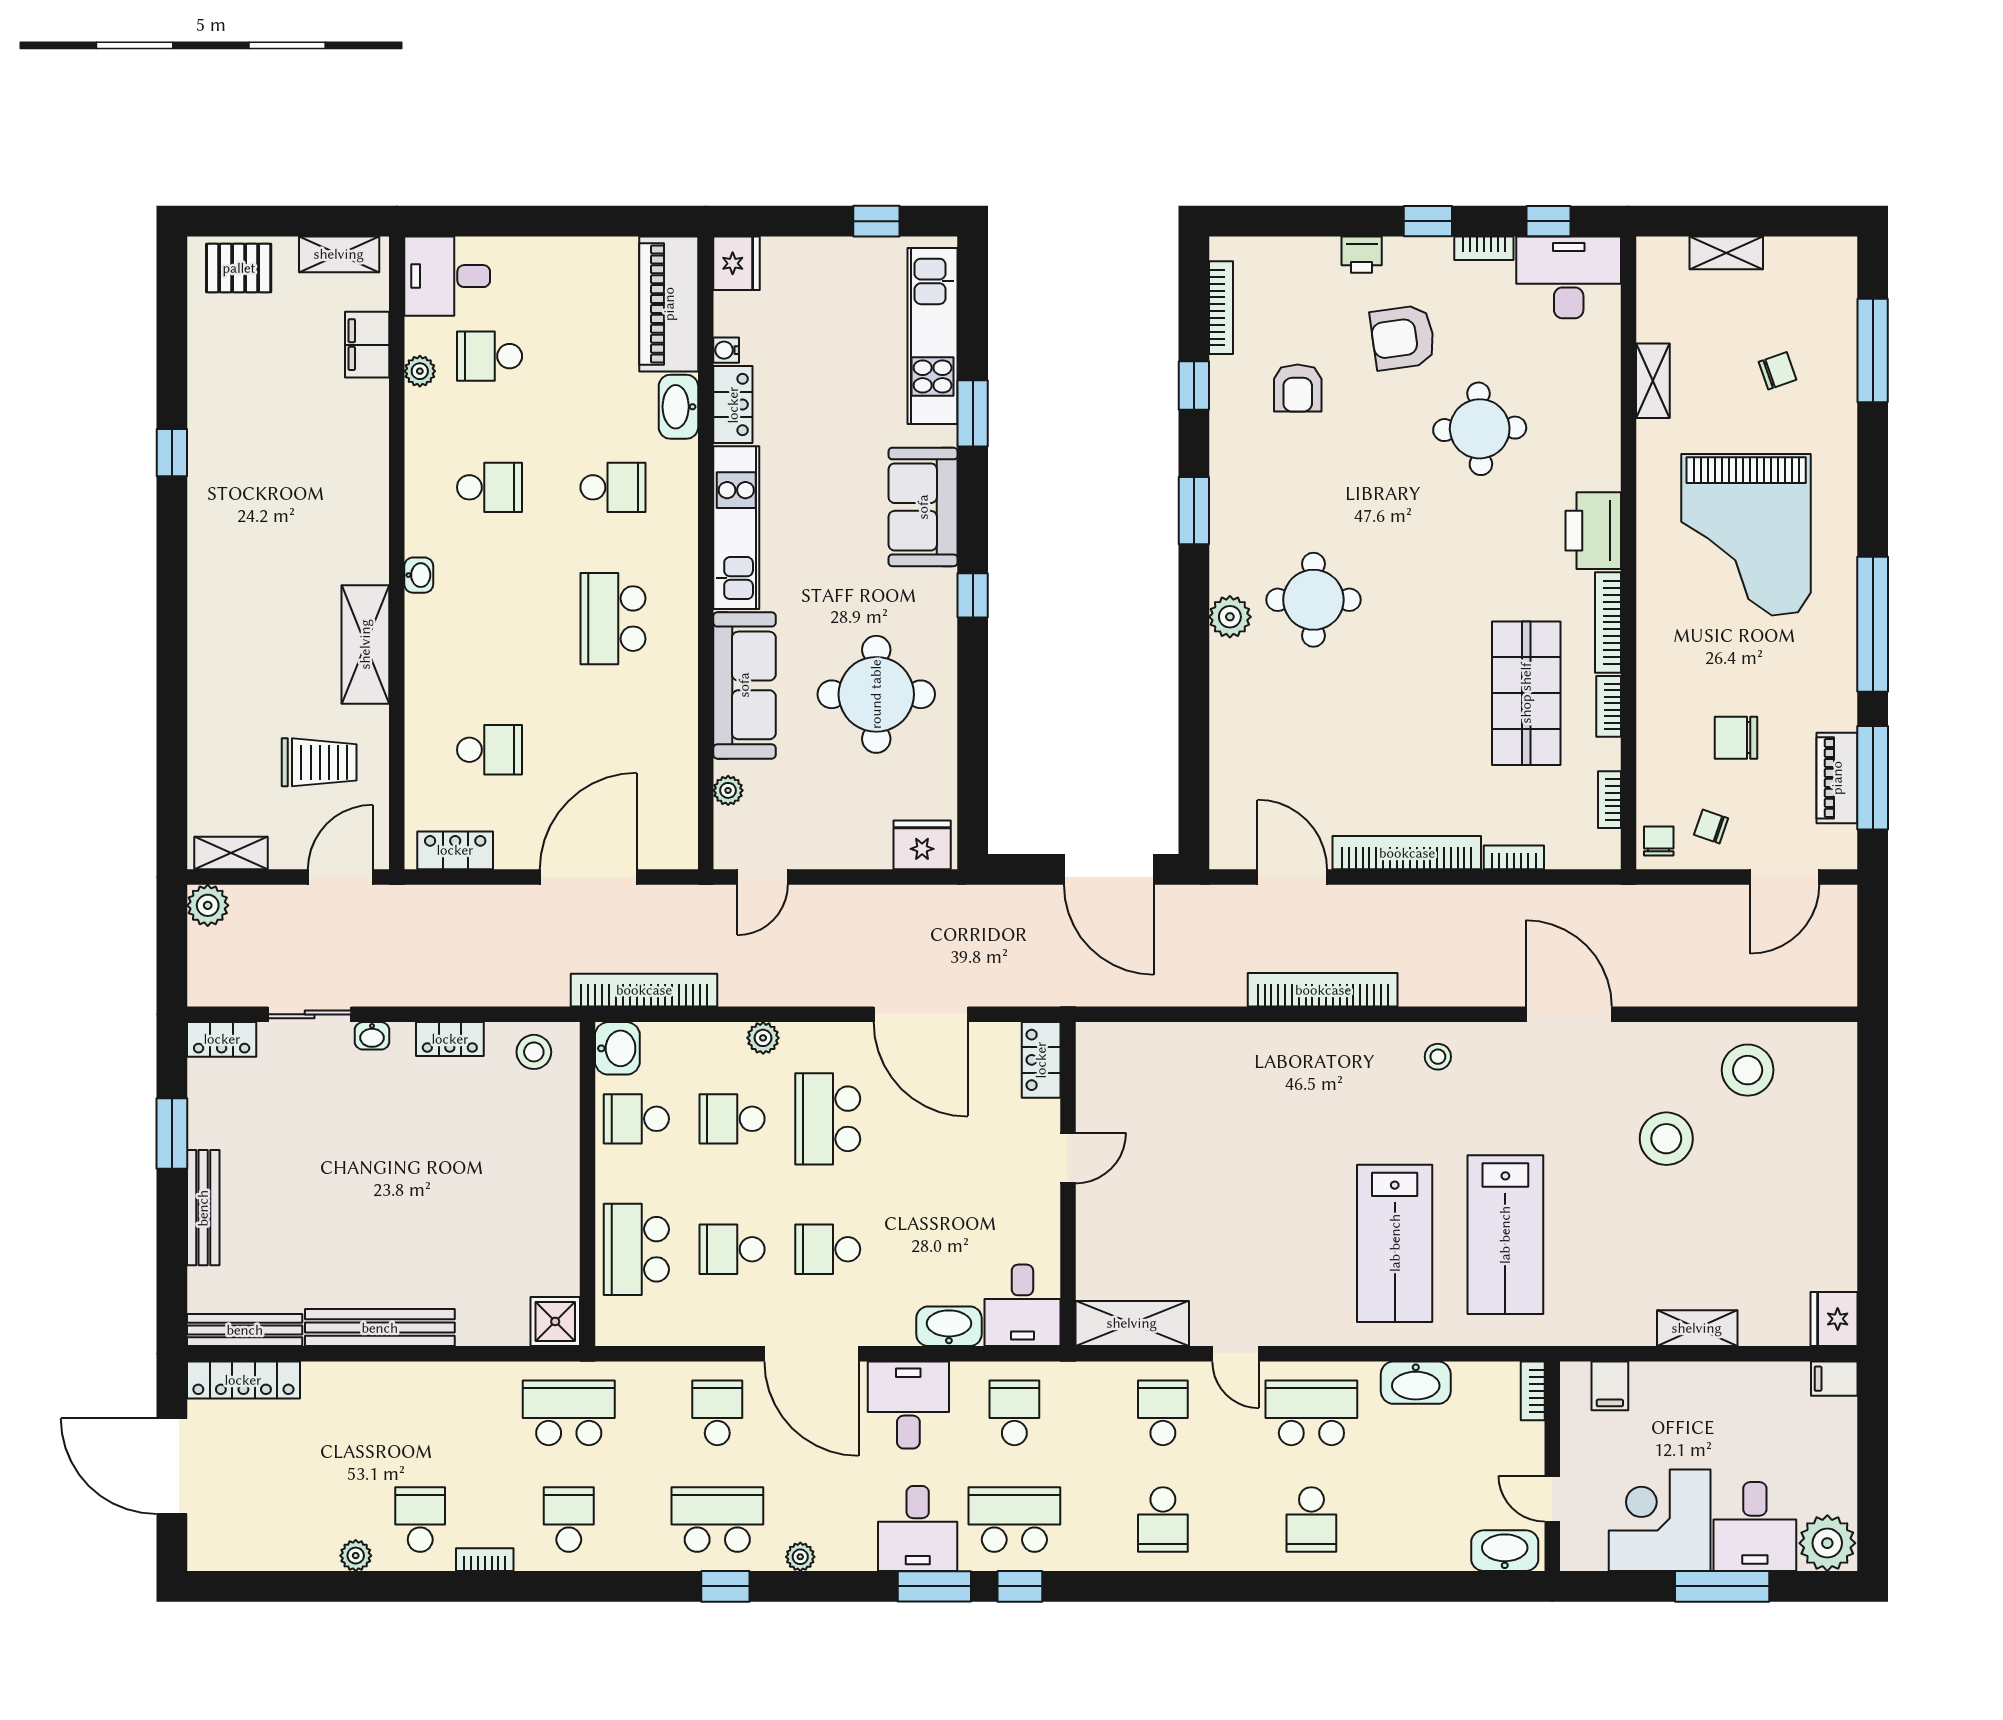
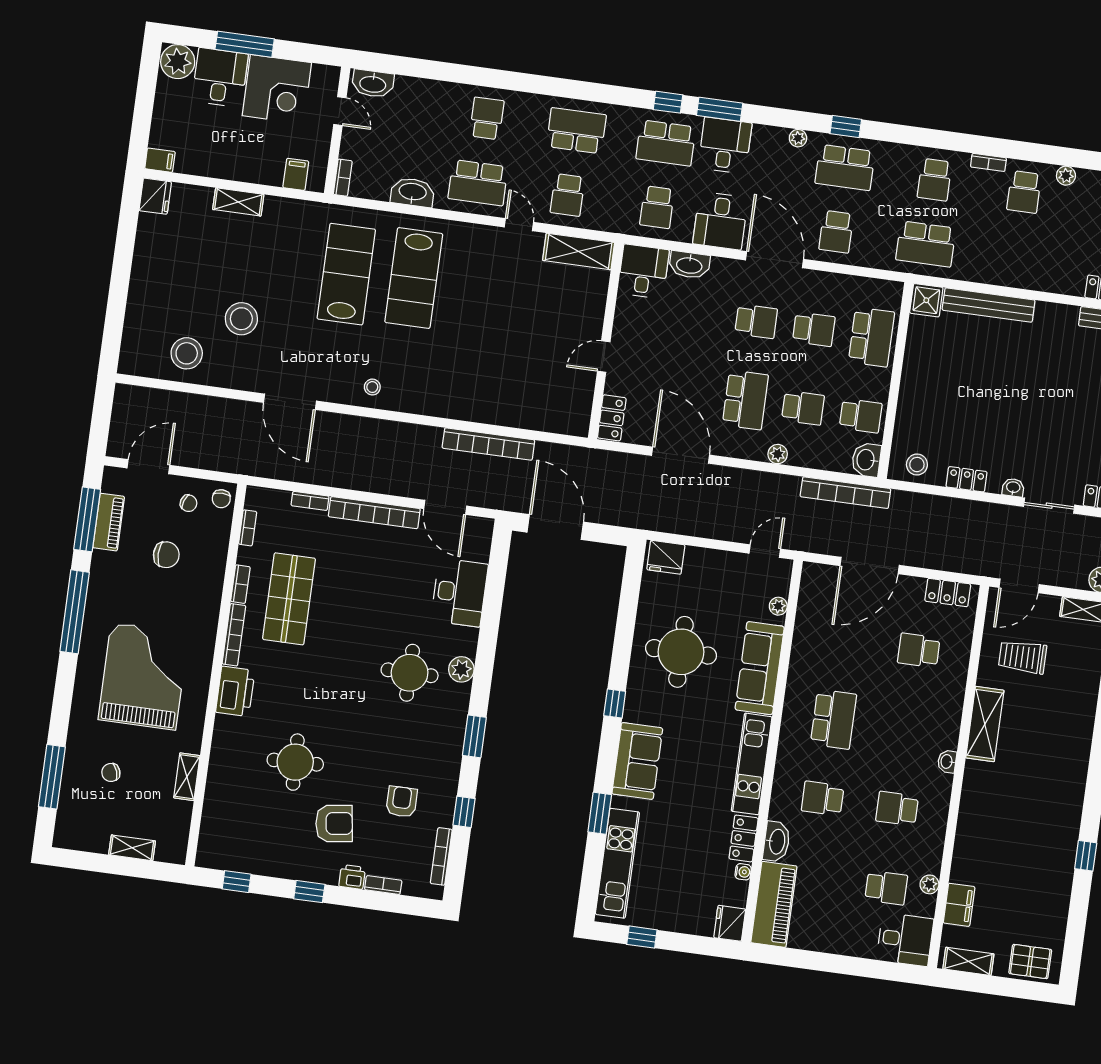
bookcase: (1484, 248) -> (383, 885), moved
desk: (1569, 277) -> (460, 592), moved, turned -90
bookcase: (1323, 990) -> (488, 444), moved
lab bench: (1395, 1243) -> (414, 278), turned 180
bench: (380, 1328) -> (989, 305), moved
school desk: (1163, 1520) -> (576, 131), width x1.85

